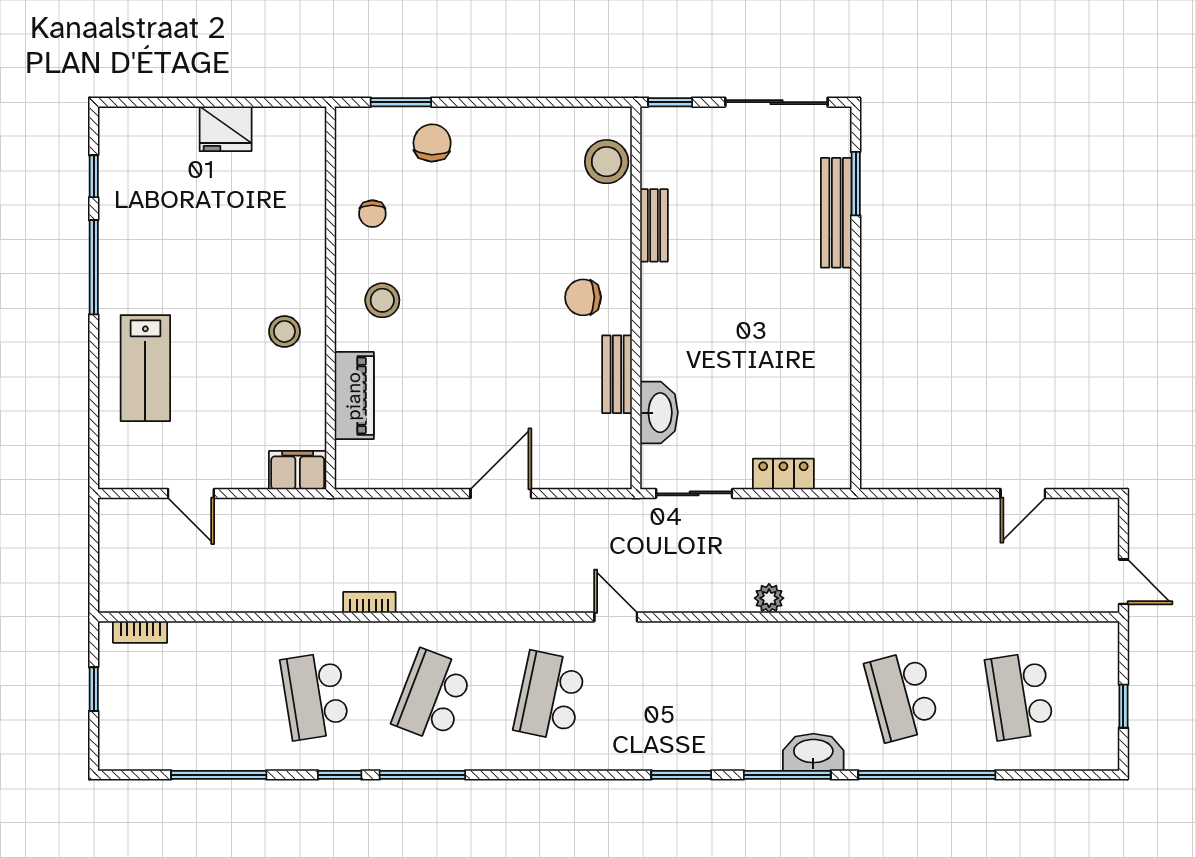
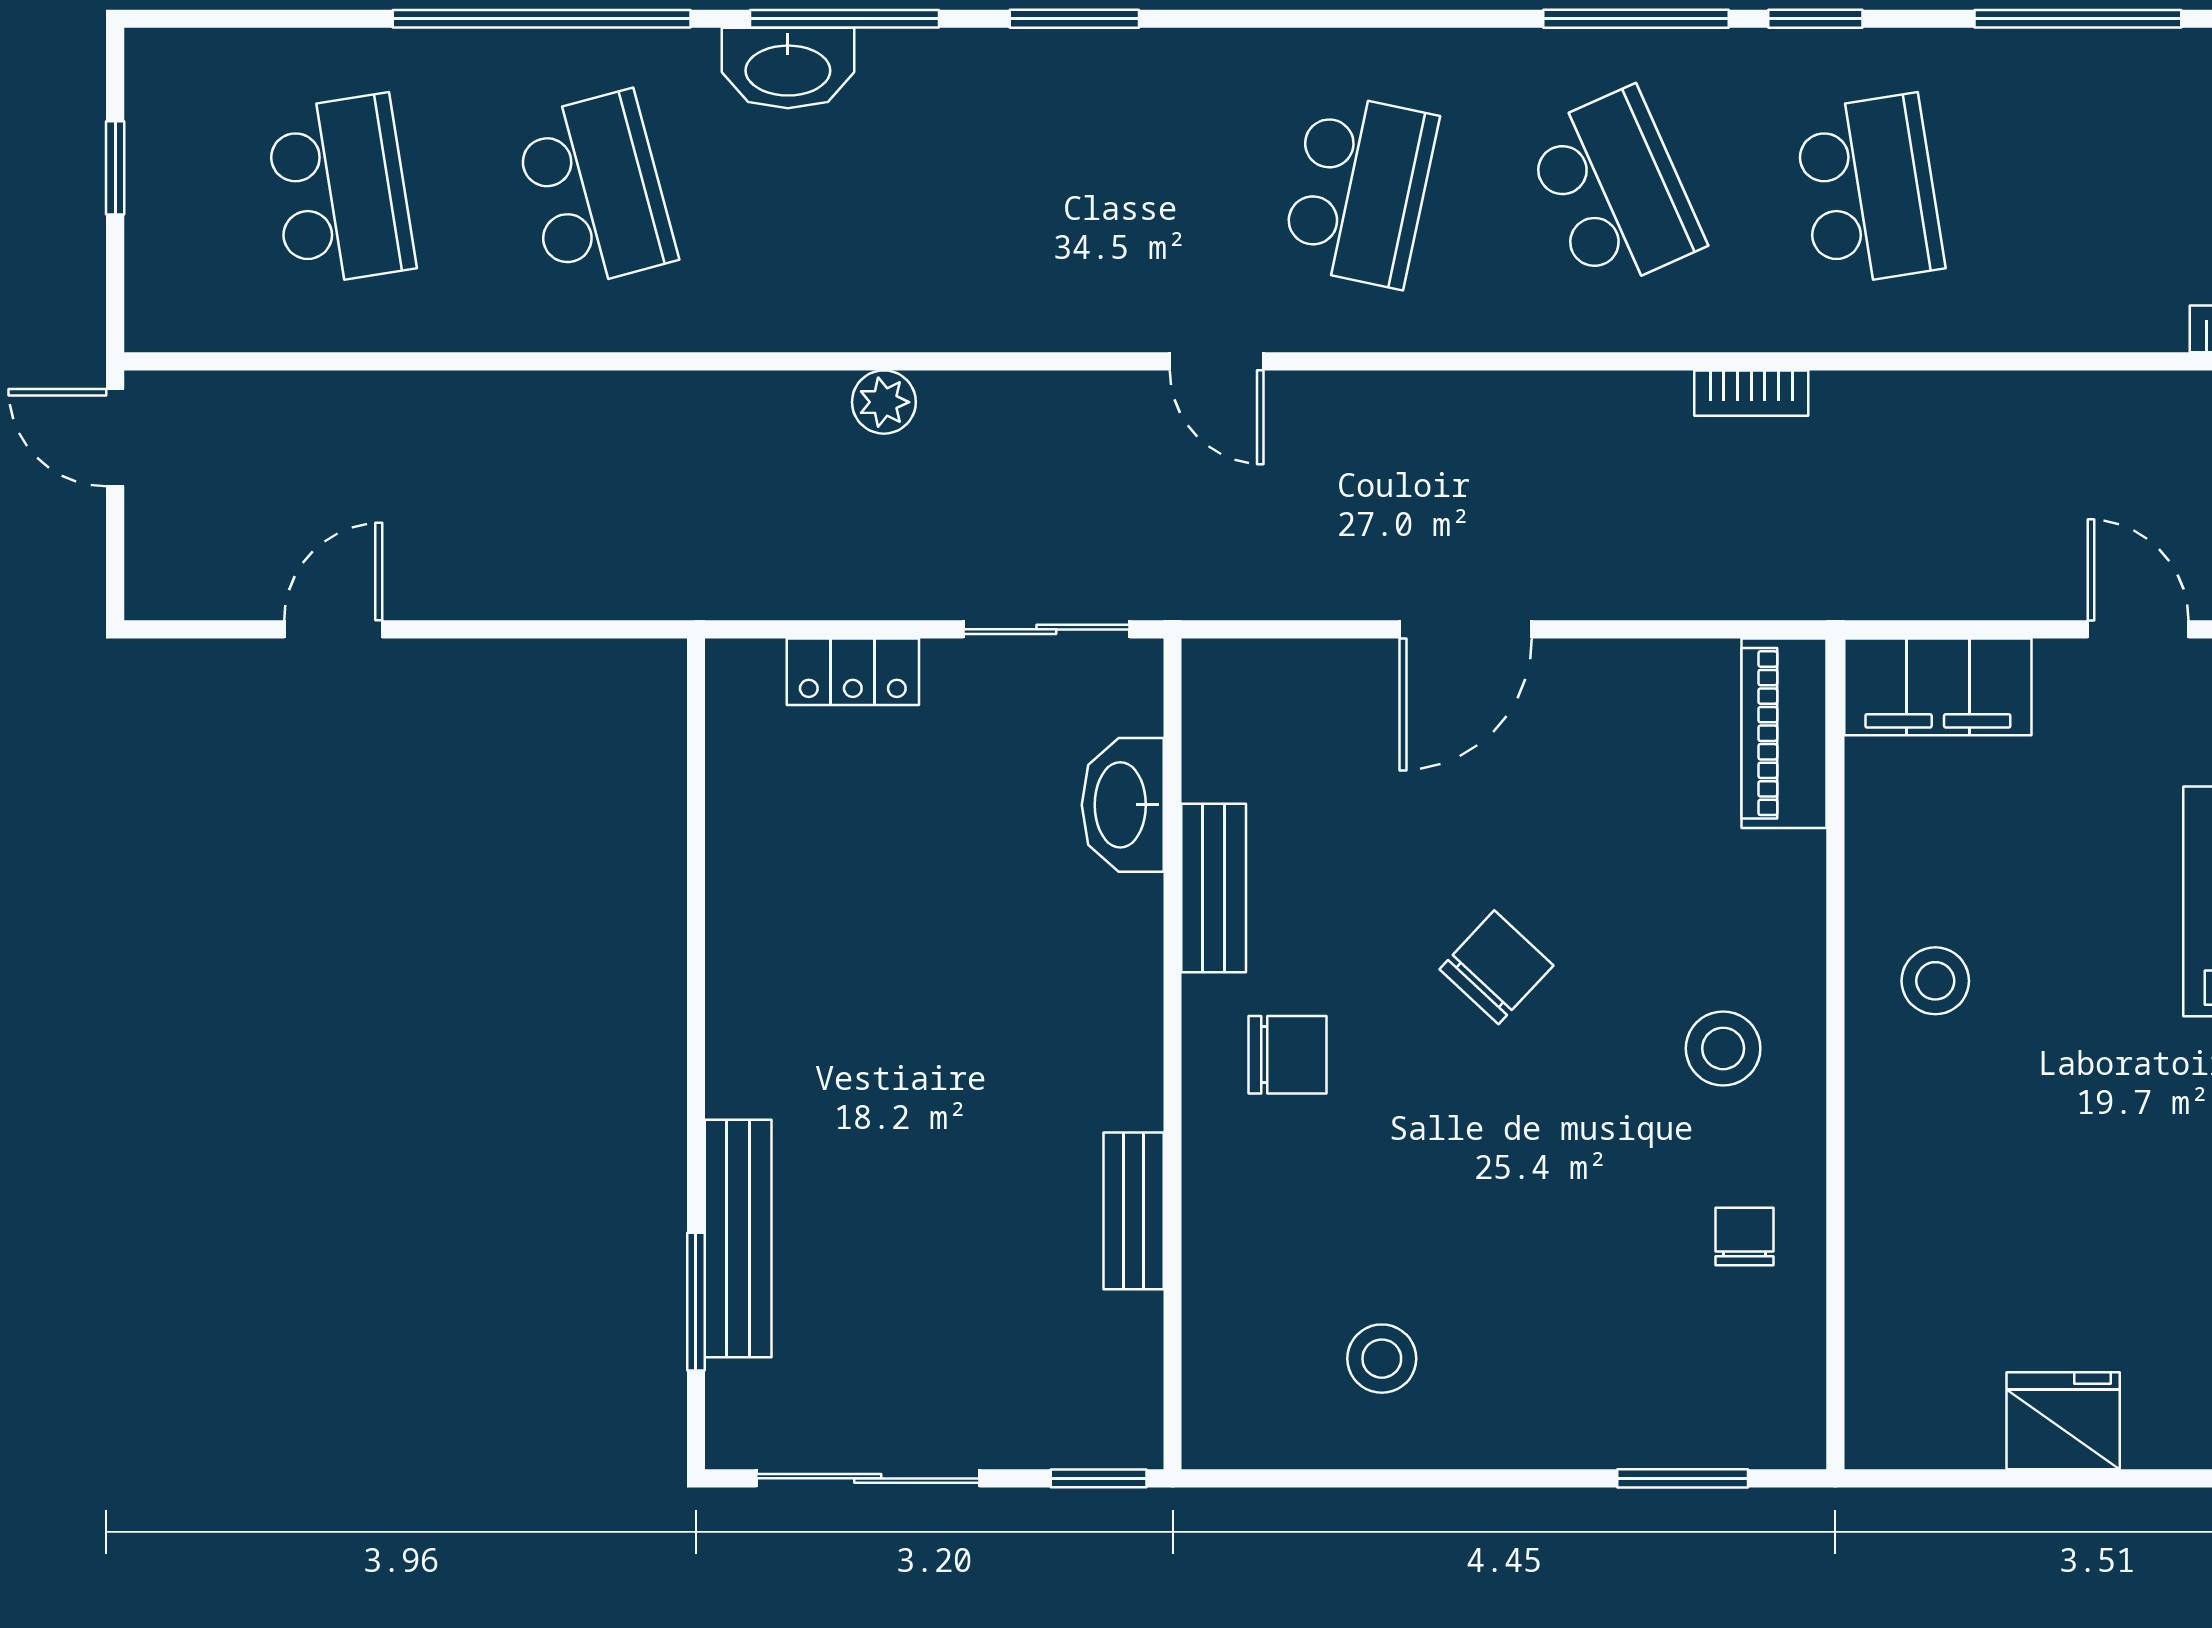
chair: (432, 143) -> (1496, 967), moved, turned -139
stool: (607, 162) -> (1382, 1359), moved, width x0.73, depth x0.73
piano: (354, 396) -> (1784, 733), moved
filing cabinet: (298, 470) -> (1938, 687), width x1.50, depth x1.17
school desk: (432, 696) -> (1614, 190), turned -45

